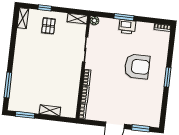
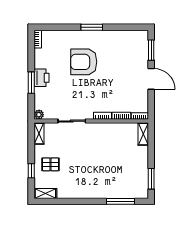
armchair: (137, 66) -> (84, 62), turned -90
shelving: (50, 111) -> (143, 134), moved

